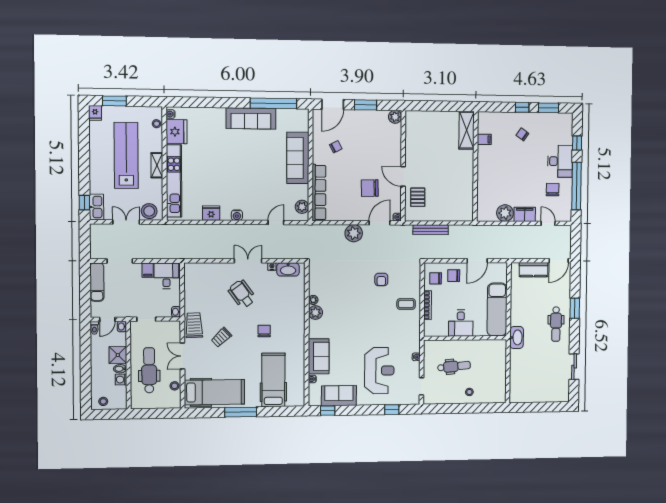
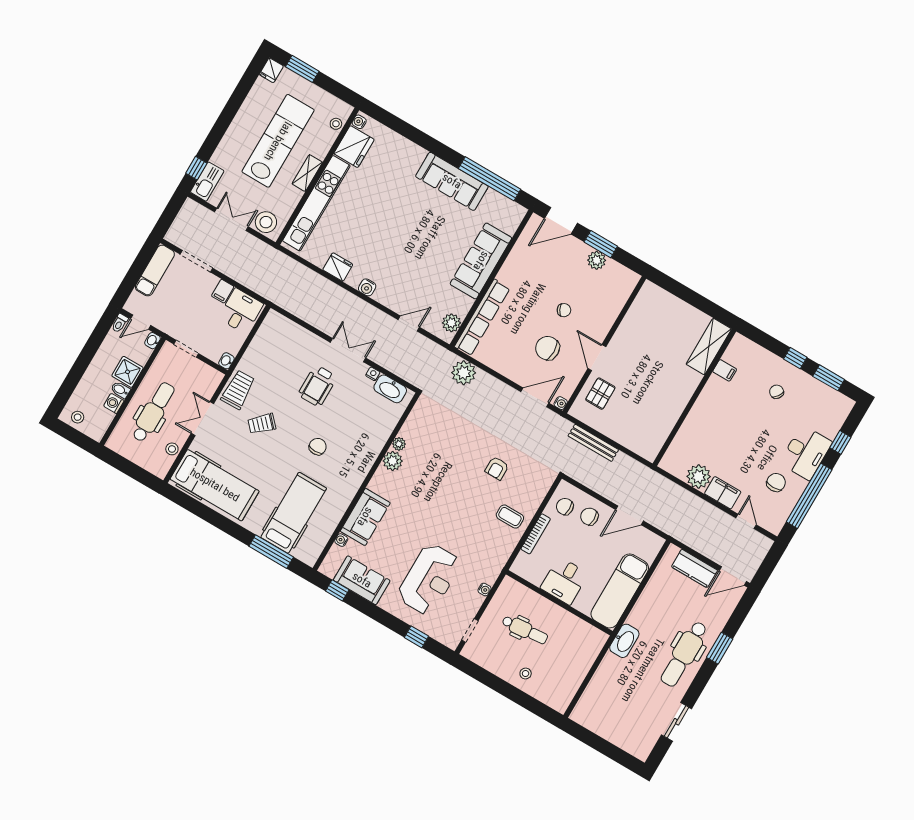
plant: (395, 117) -> (597, 260), moved
chair: (336, 147) -> (564, 310), moved
plant: (354, 233) -> (464, 373), moved
wheelchair: (242, 294) -> (317, 386), turned -144
dental chair: (556, 324) -> (684, 654), width x1.36, depth x1.38
window: (241, 412) -> (271, 552), moved

